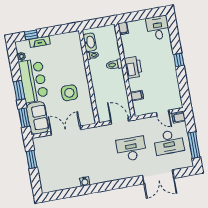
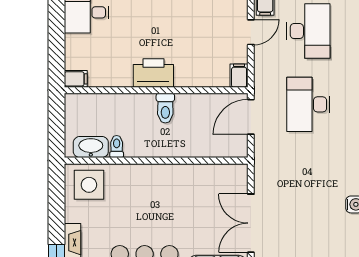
toilet: (114, 65) -> (165, 108), moved
side table: (69, 93) -> (89, 185), moved
filing cabinet: (137, 96) -> (239, 76), moved

